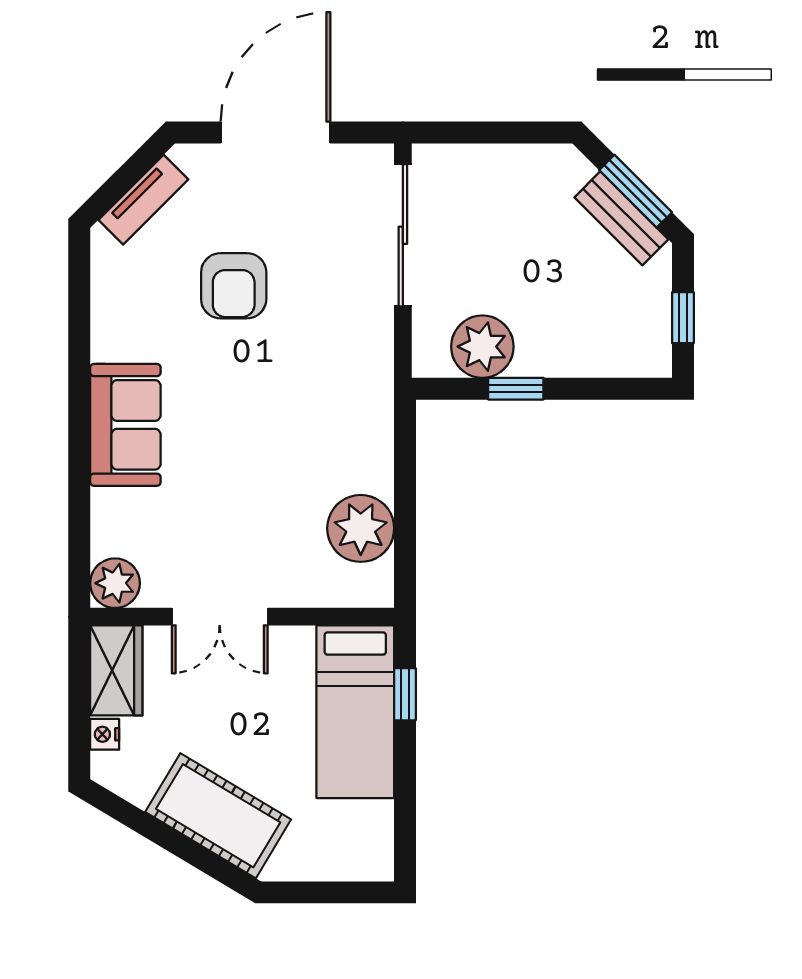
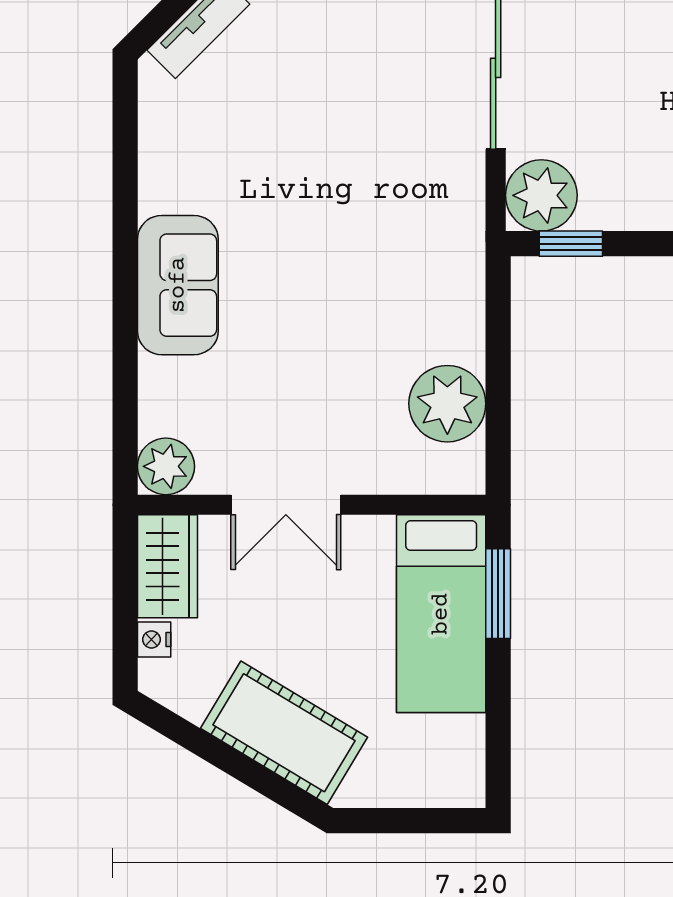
armchair: (234, 286) -> (302, 126), removed
plant: (482, 347) -> (541, 195), moved
window: (516, 389) -> (571, 244), moved
window: (405, 694) -> (498, 594), width x1.50

